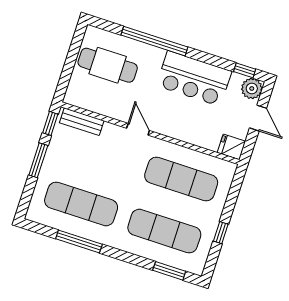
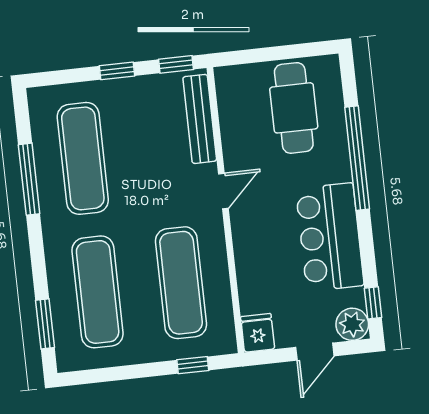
bench: (82, 122) -> (200, 119), width x1.36
window: (38, 160) -> (117, 71), width x0.67
window: (221, 233) -> (193, 365), moved

